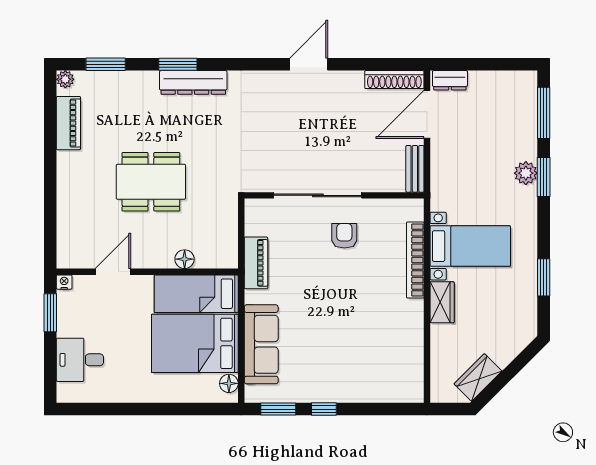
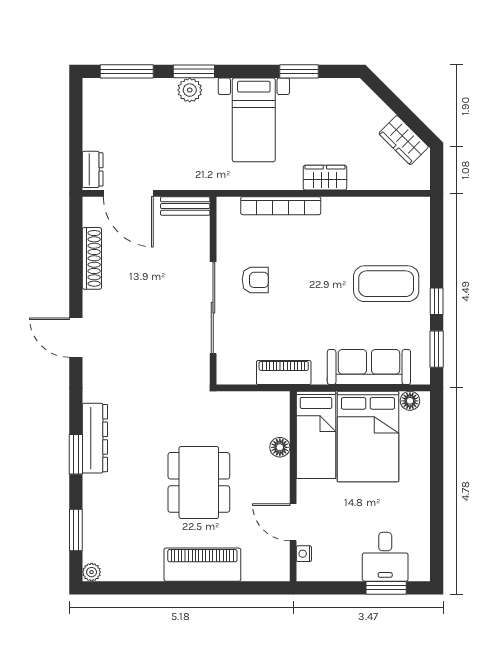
door: (309, 64) -> (76, 338), moved
shoe rack: (394, 80) -> (92, 258), moved
piano: (68, 123) -> (202, 565), moved, width x1.37, depth x1.33
armchair: (344, 236) -> (255, 280), turned 180
bed with nightstands: (470, 246) -> (254, 120), moved, turned 180
nightstand: (64, 282) -> (304, 554), moved
window: (50, 313) -> (386, 588), moved
coffee table: (341, 361) -> (386, 284), added

